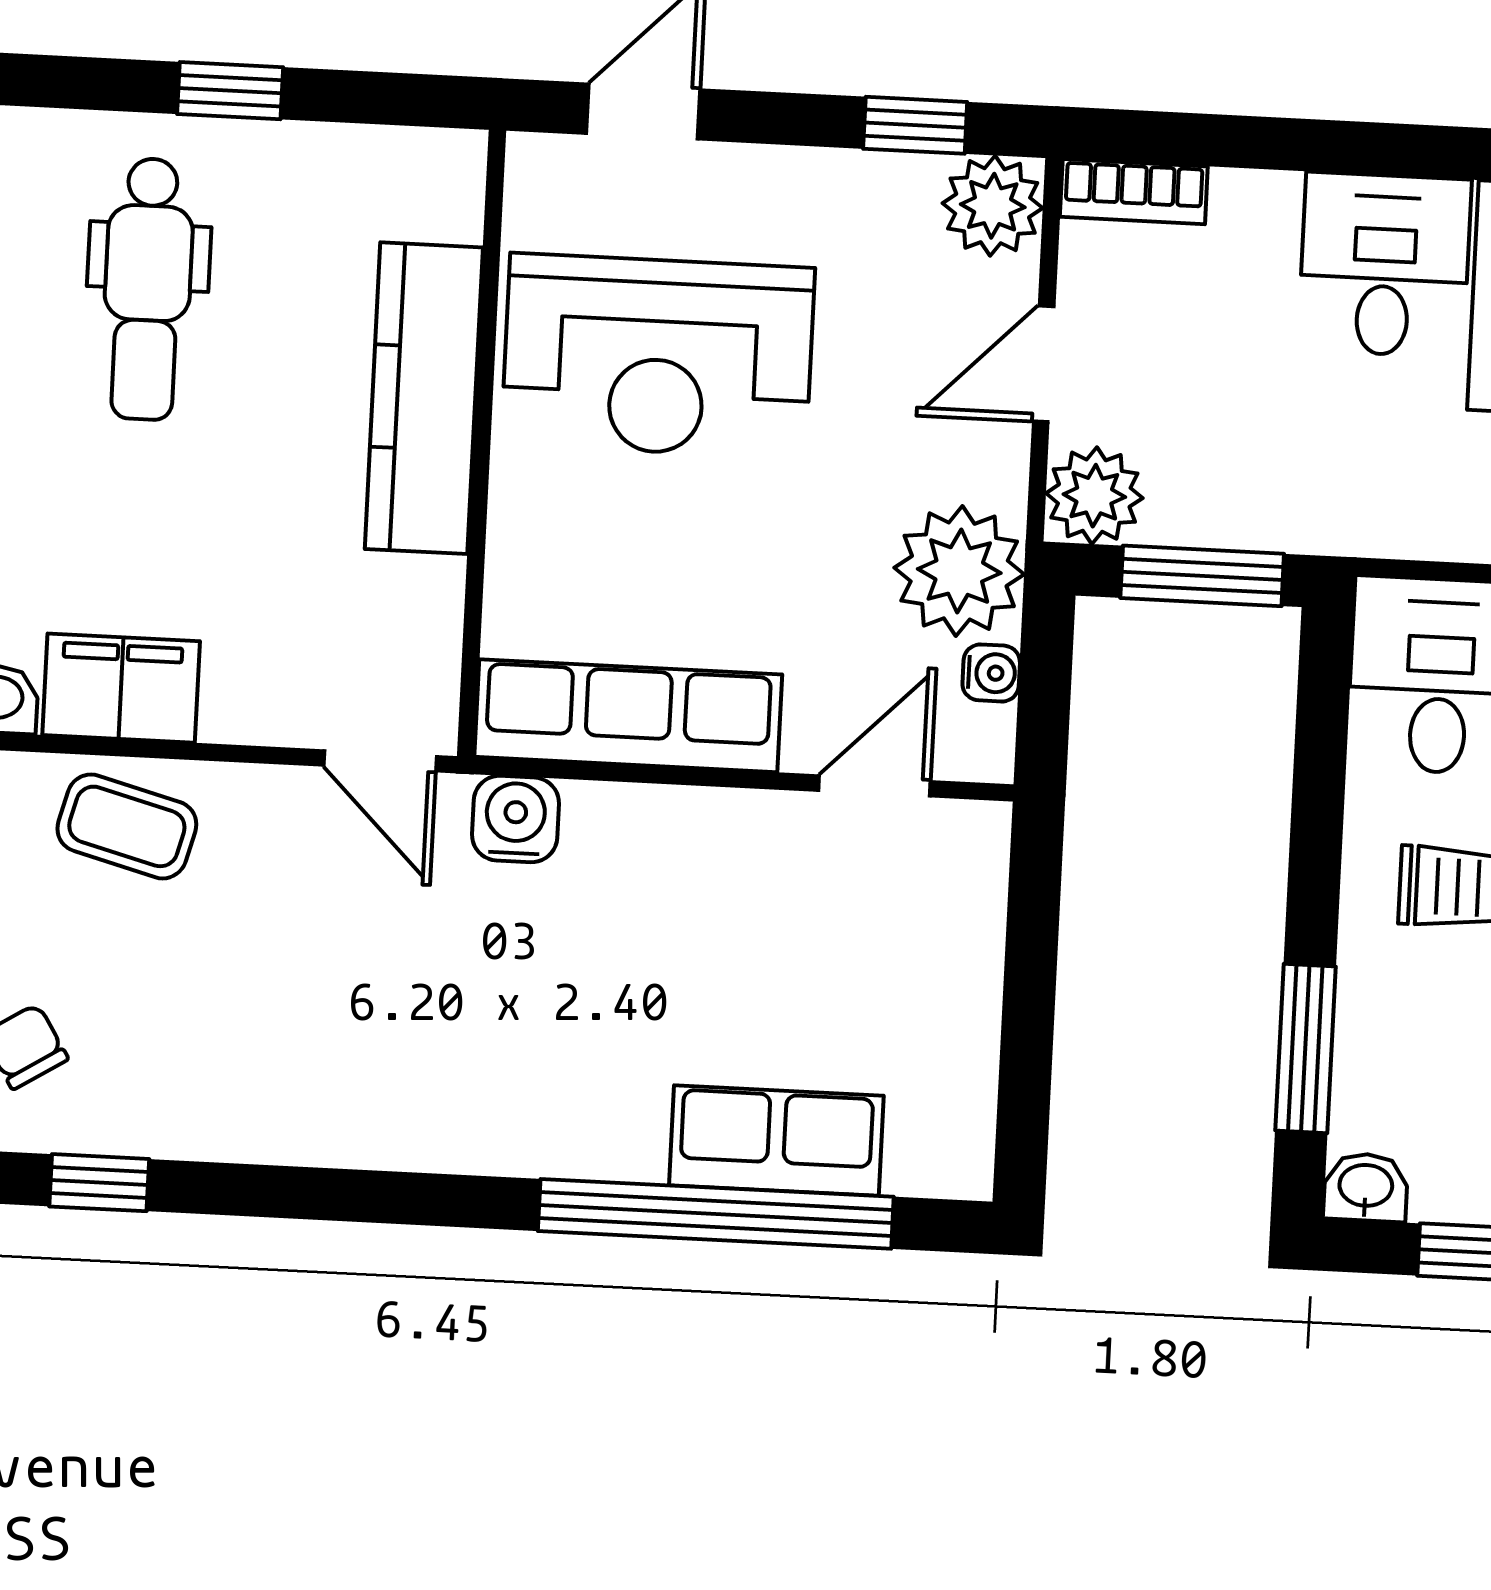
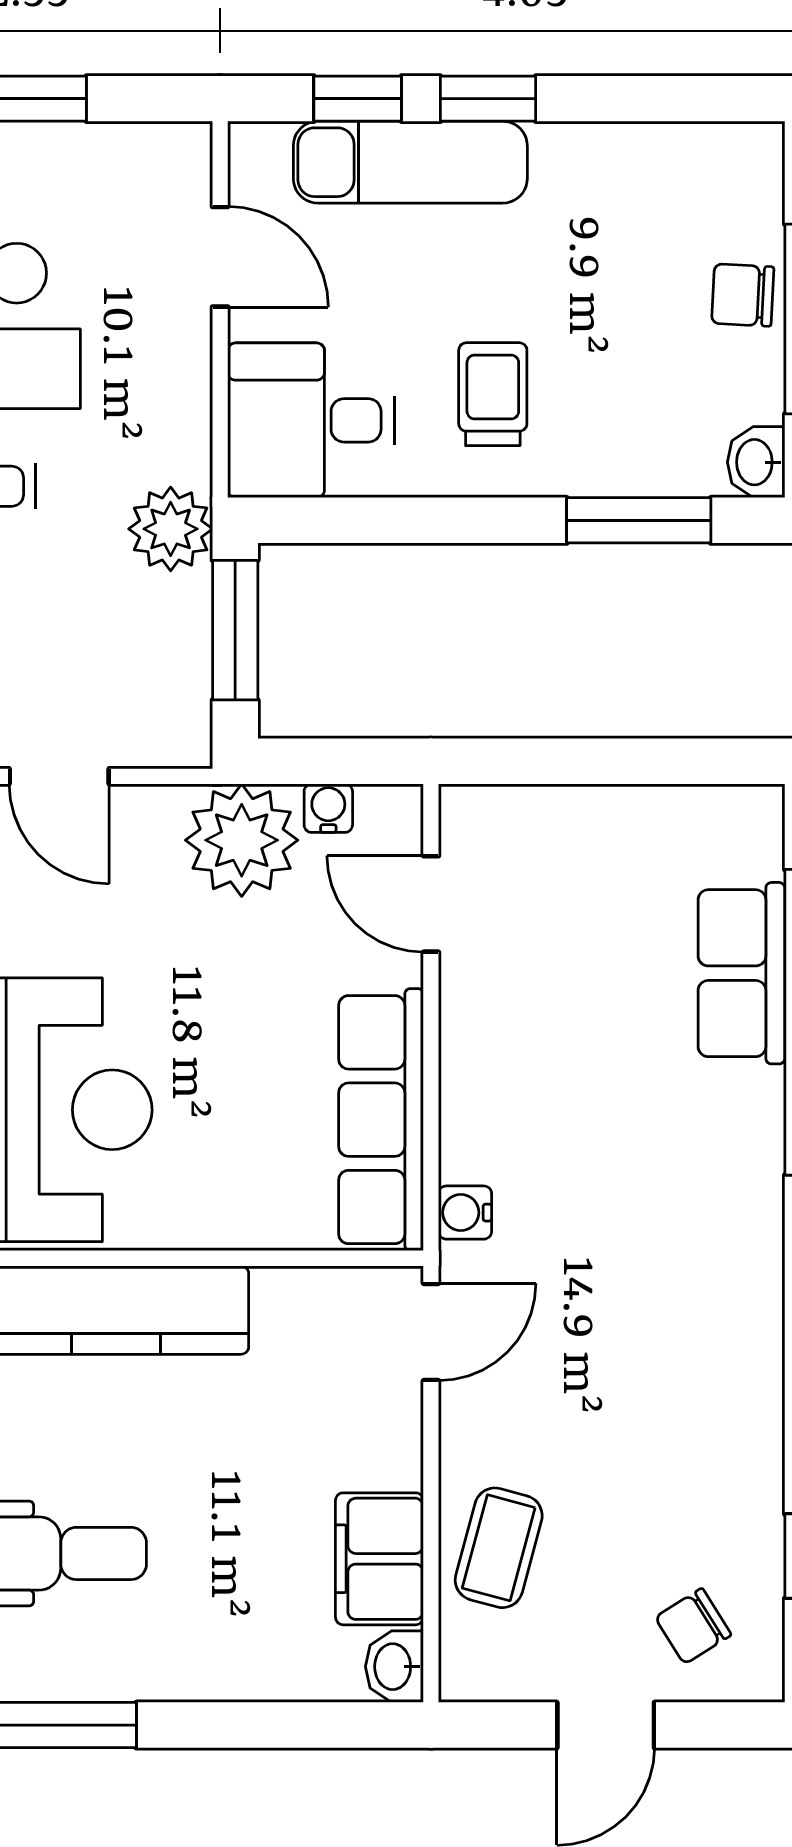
plant: (1094, 496) -> (171, 529), moved
water cooler: (515, 819) -> (465, 1213), width x0.72, depth x0.72

